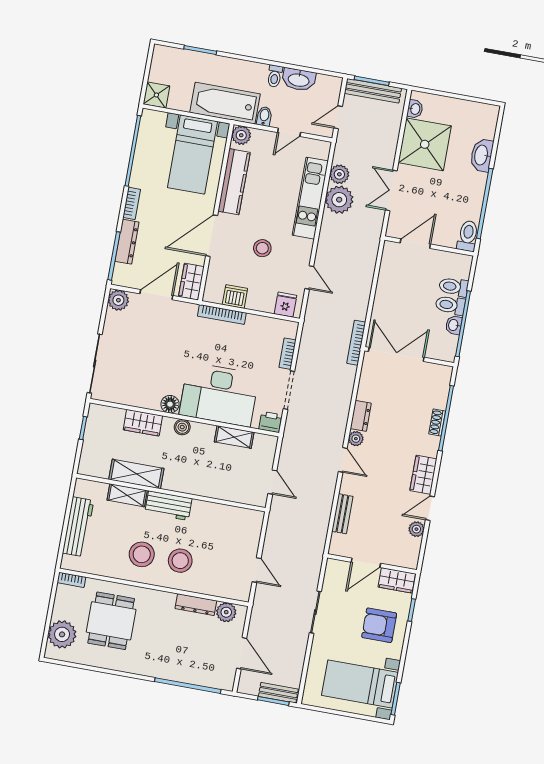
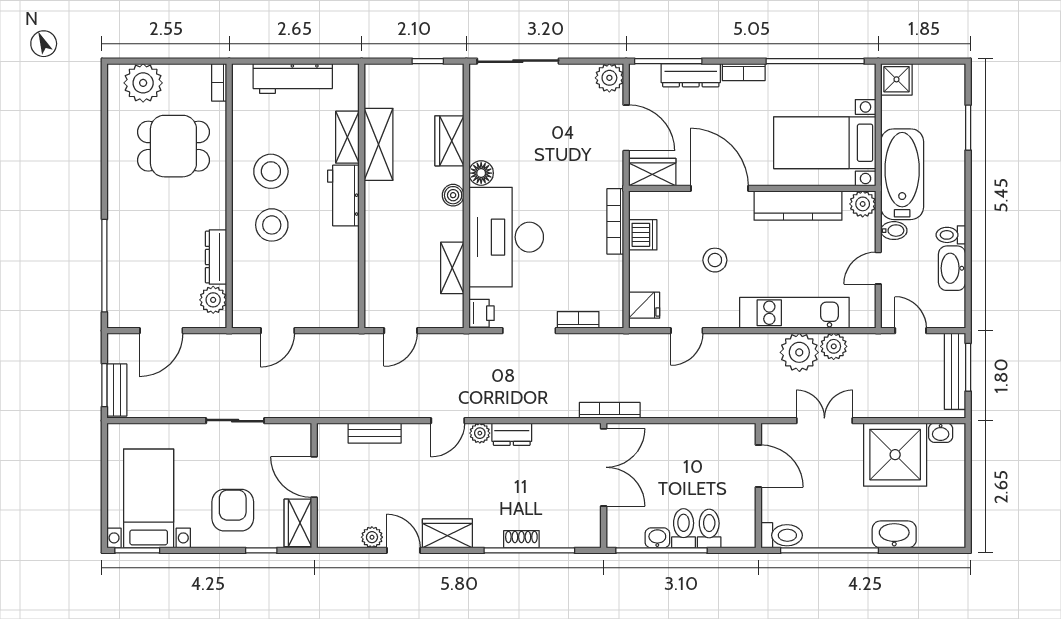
door: (289, 132) -> (878, 268), hinge flipped

